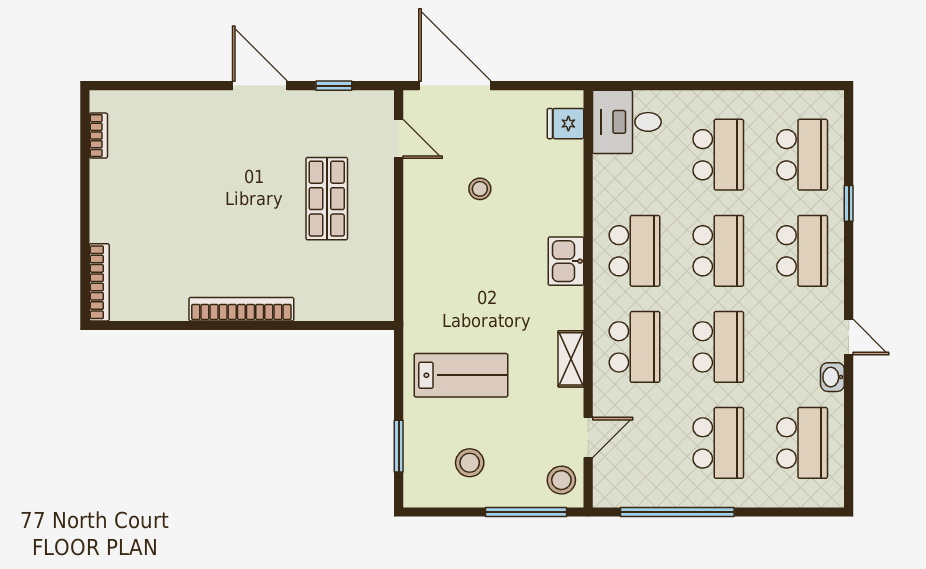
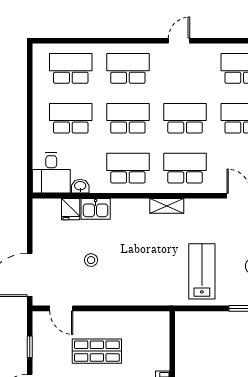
fridge: (565, 124) -> (71, 209), moved
door: (399, 139) -> (61, 308), swing flipped
window: (849, 203) -> (100, 41), removed
kitchen sink: (566, 261) -> (96, 209), moved
shelving: (571, 359) -> (167, 206), moved
washbasin: (832, 377) -> (80, 186), moved, turned 180

